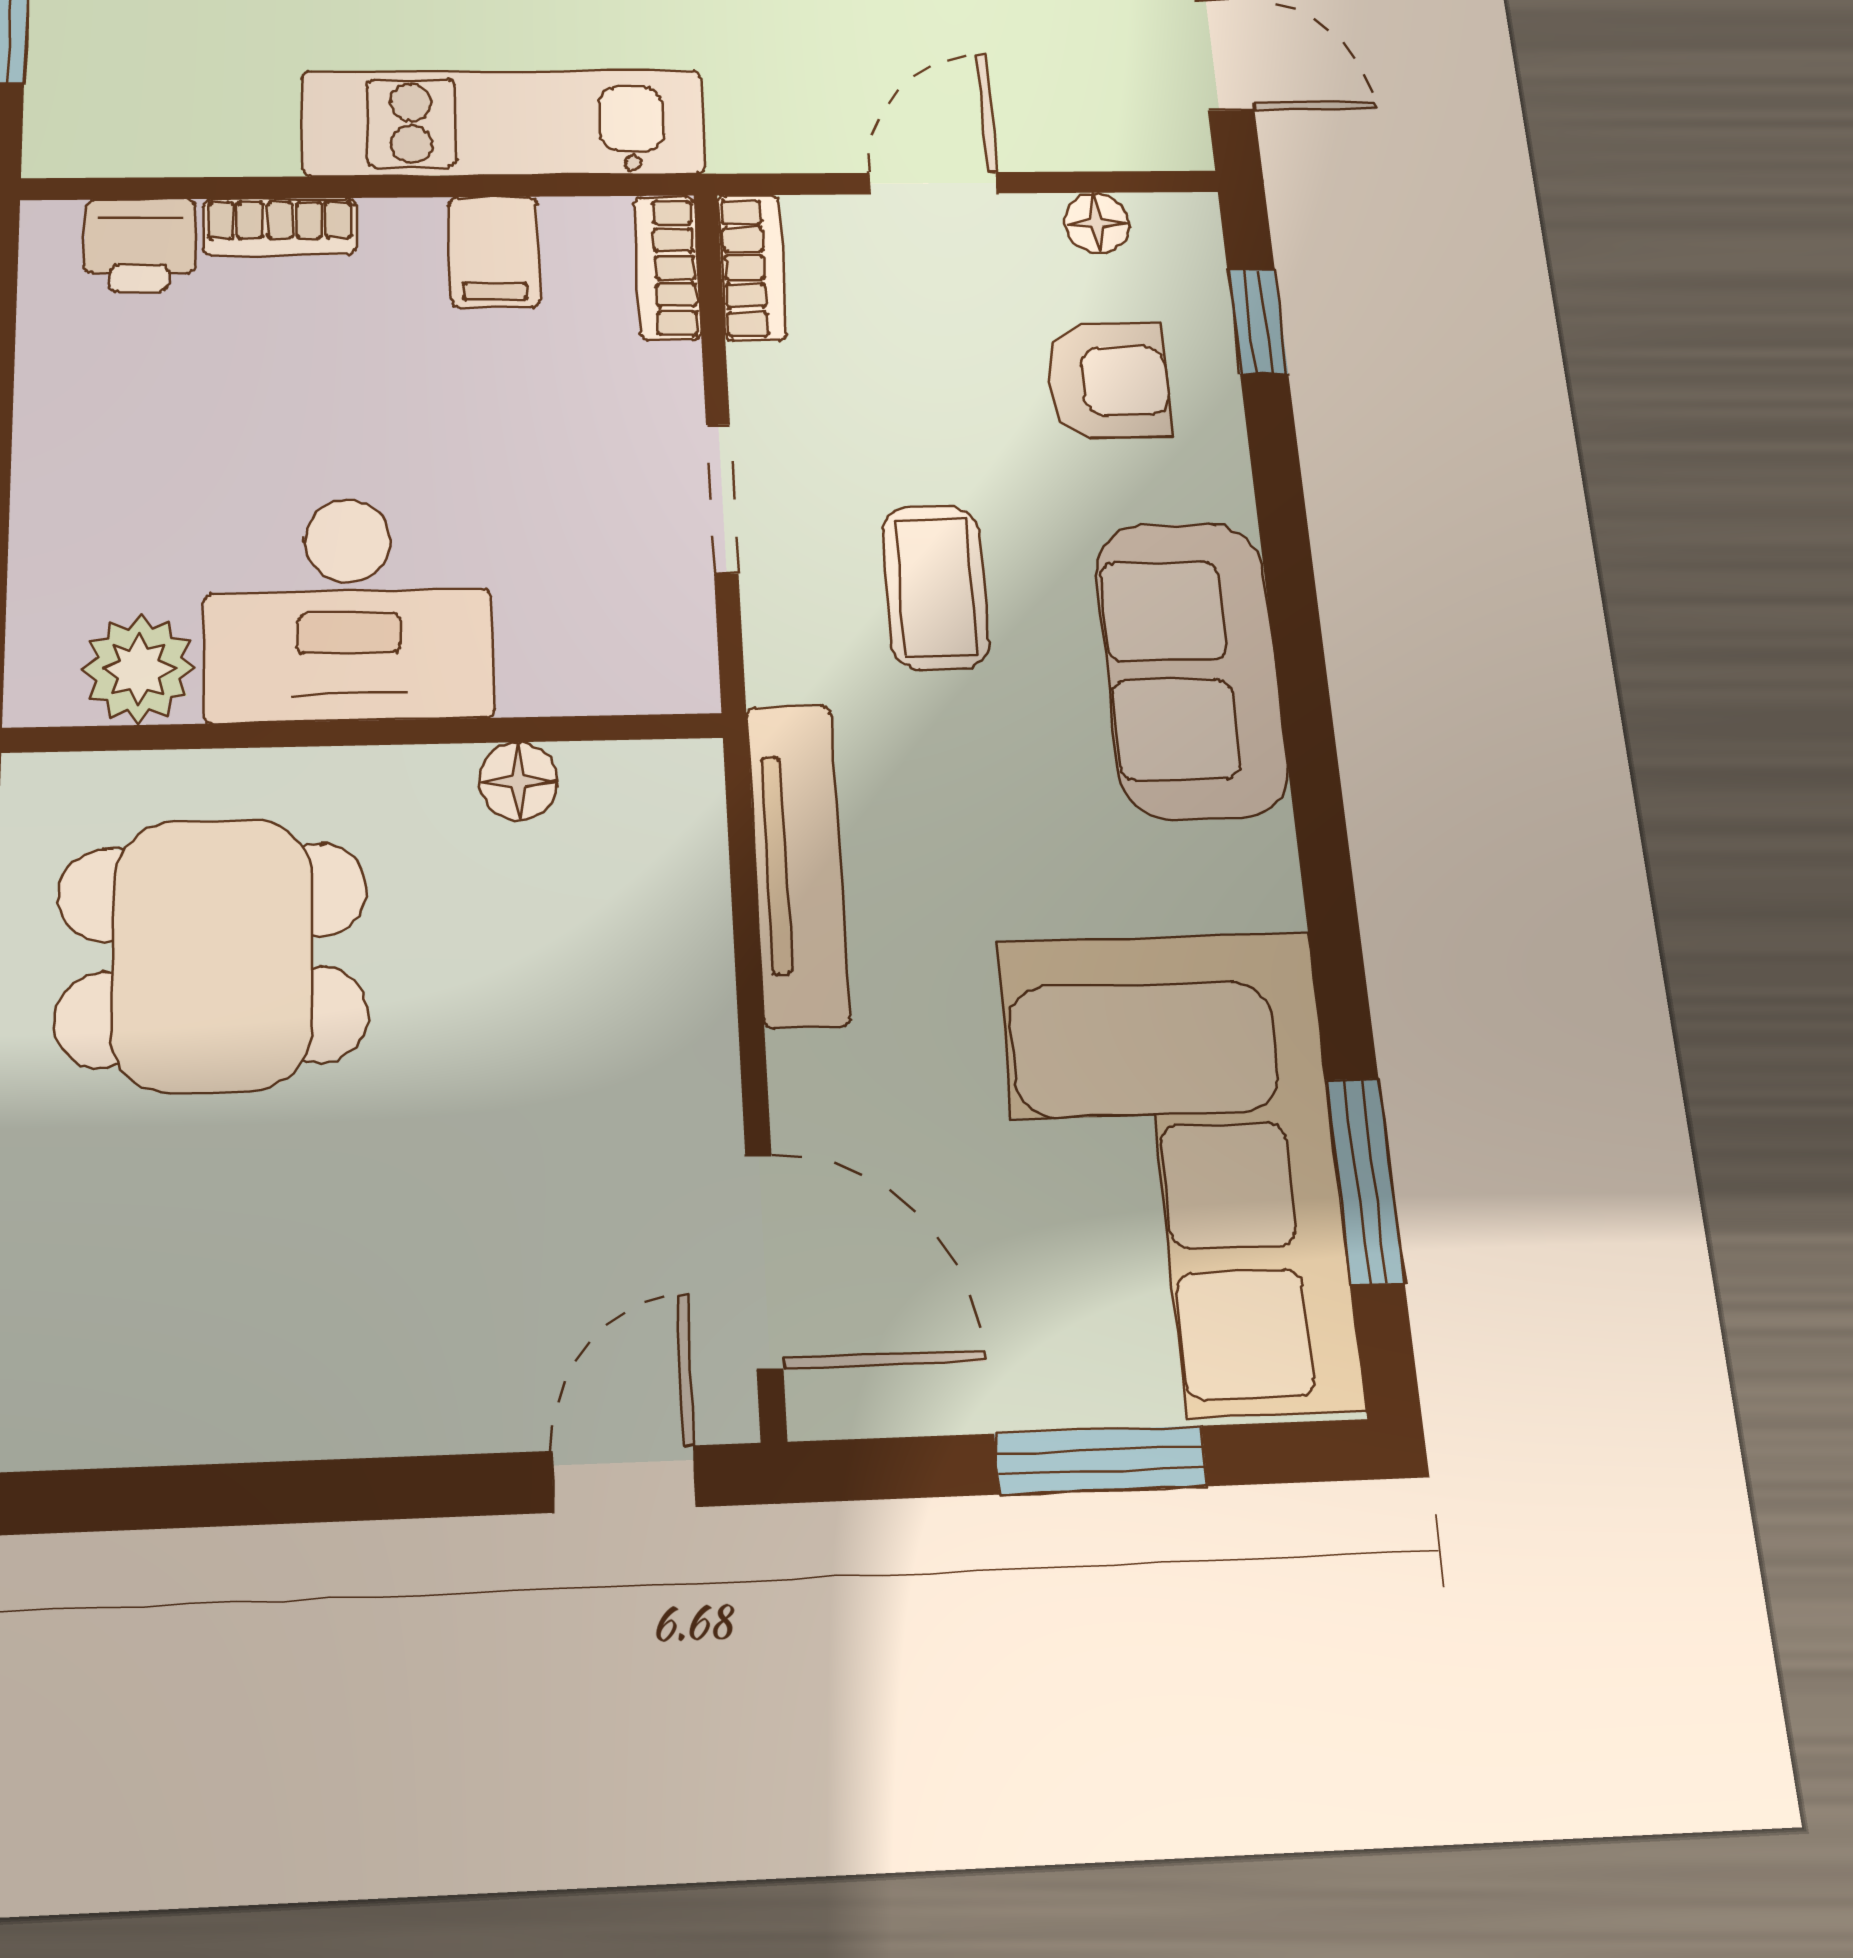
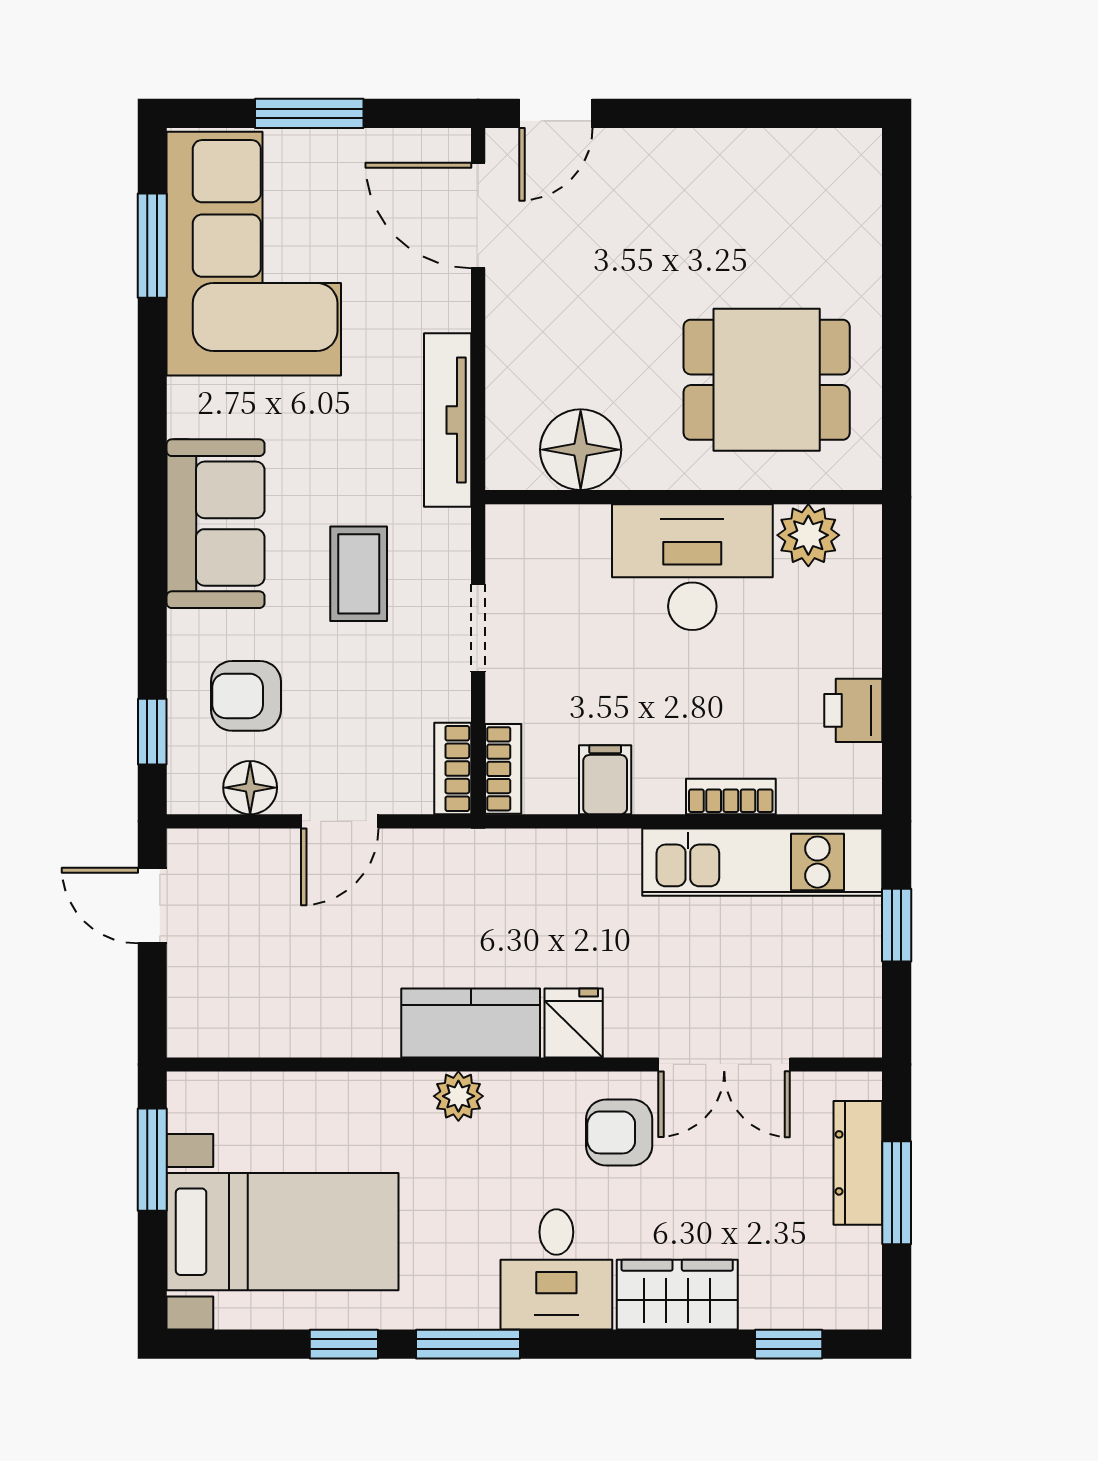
kitchen unit: (503, 123) -> (762, 862), moved
floor lamp: (1097, 223) -> (250, 788), width x1.37, depth x1.37
printer: (140, 246) -> (853, 710), moved, turned -90
floor lamp: (518, 781) -> (581, 450), width x1.89, depth x1.89

